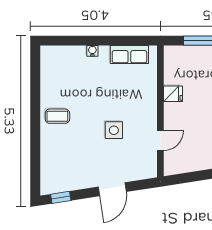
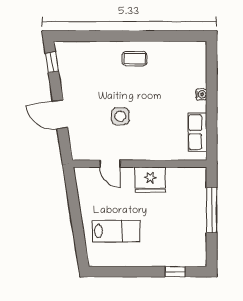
fridge: (173, 94) -> (150, 180), width x1.88, depth x1.34
coffee table: (57, 116) -> (135, 59), turned 90

